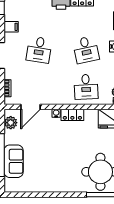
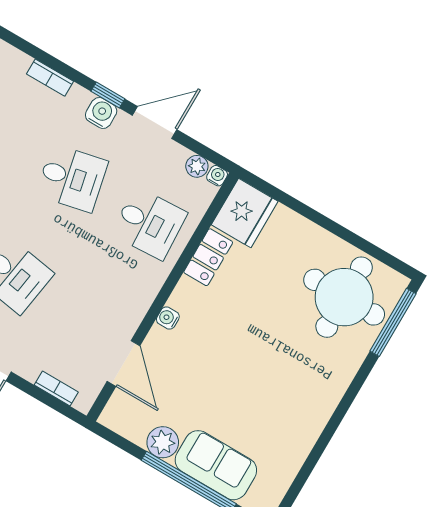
locker: (72, 115) -> (208, 257), moved
plant: (11, 123) -> (163, 442), moved

